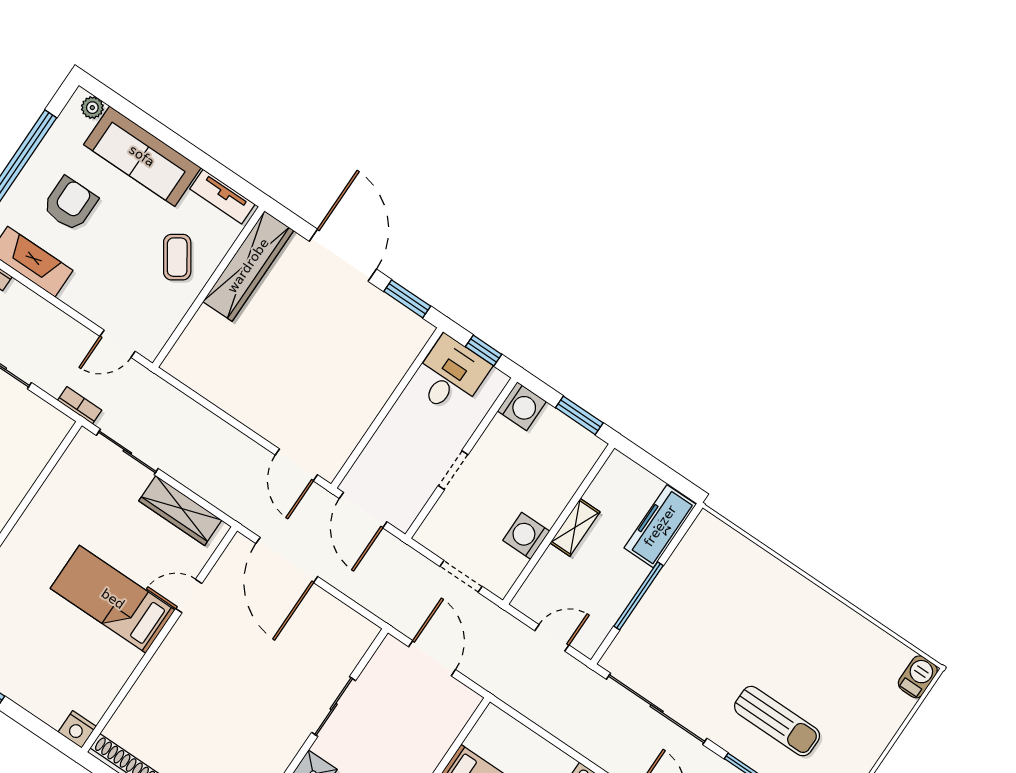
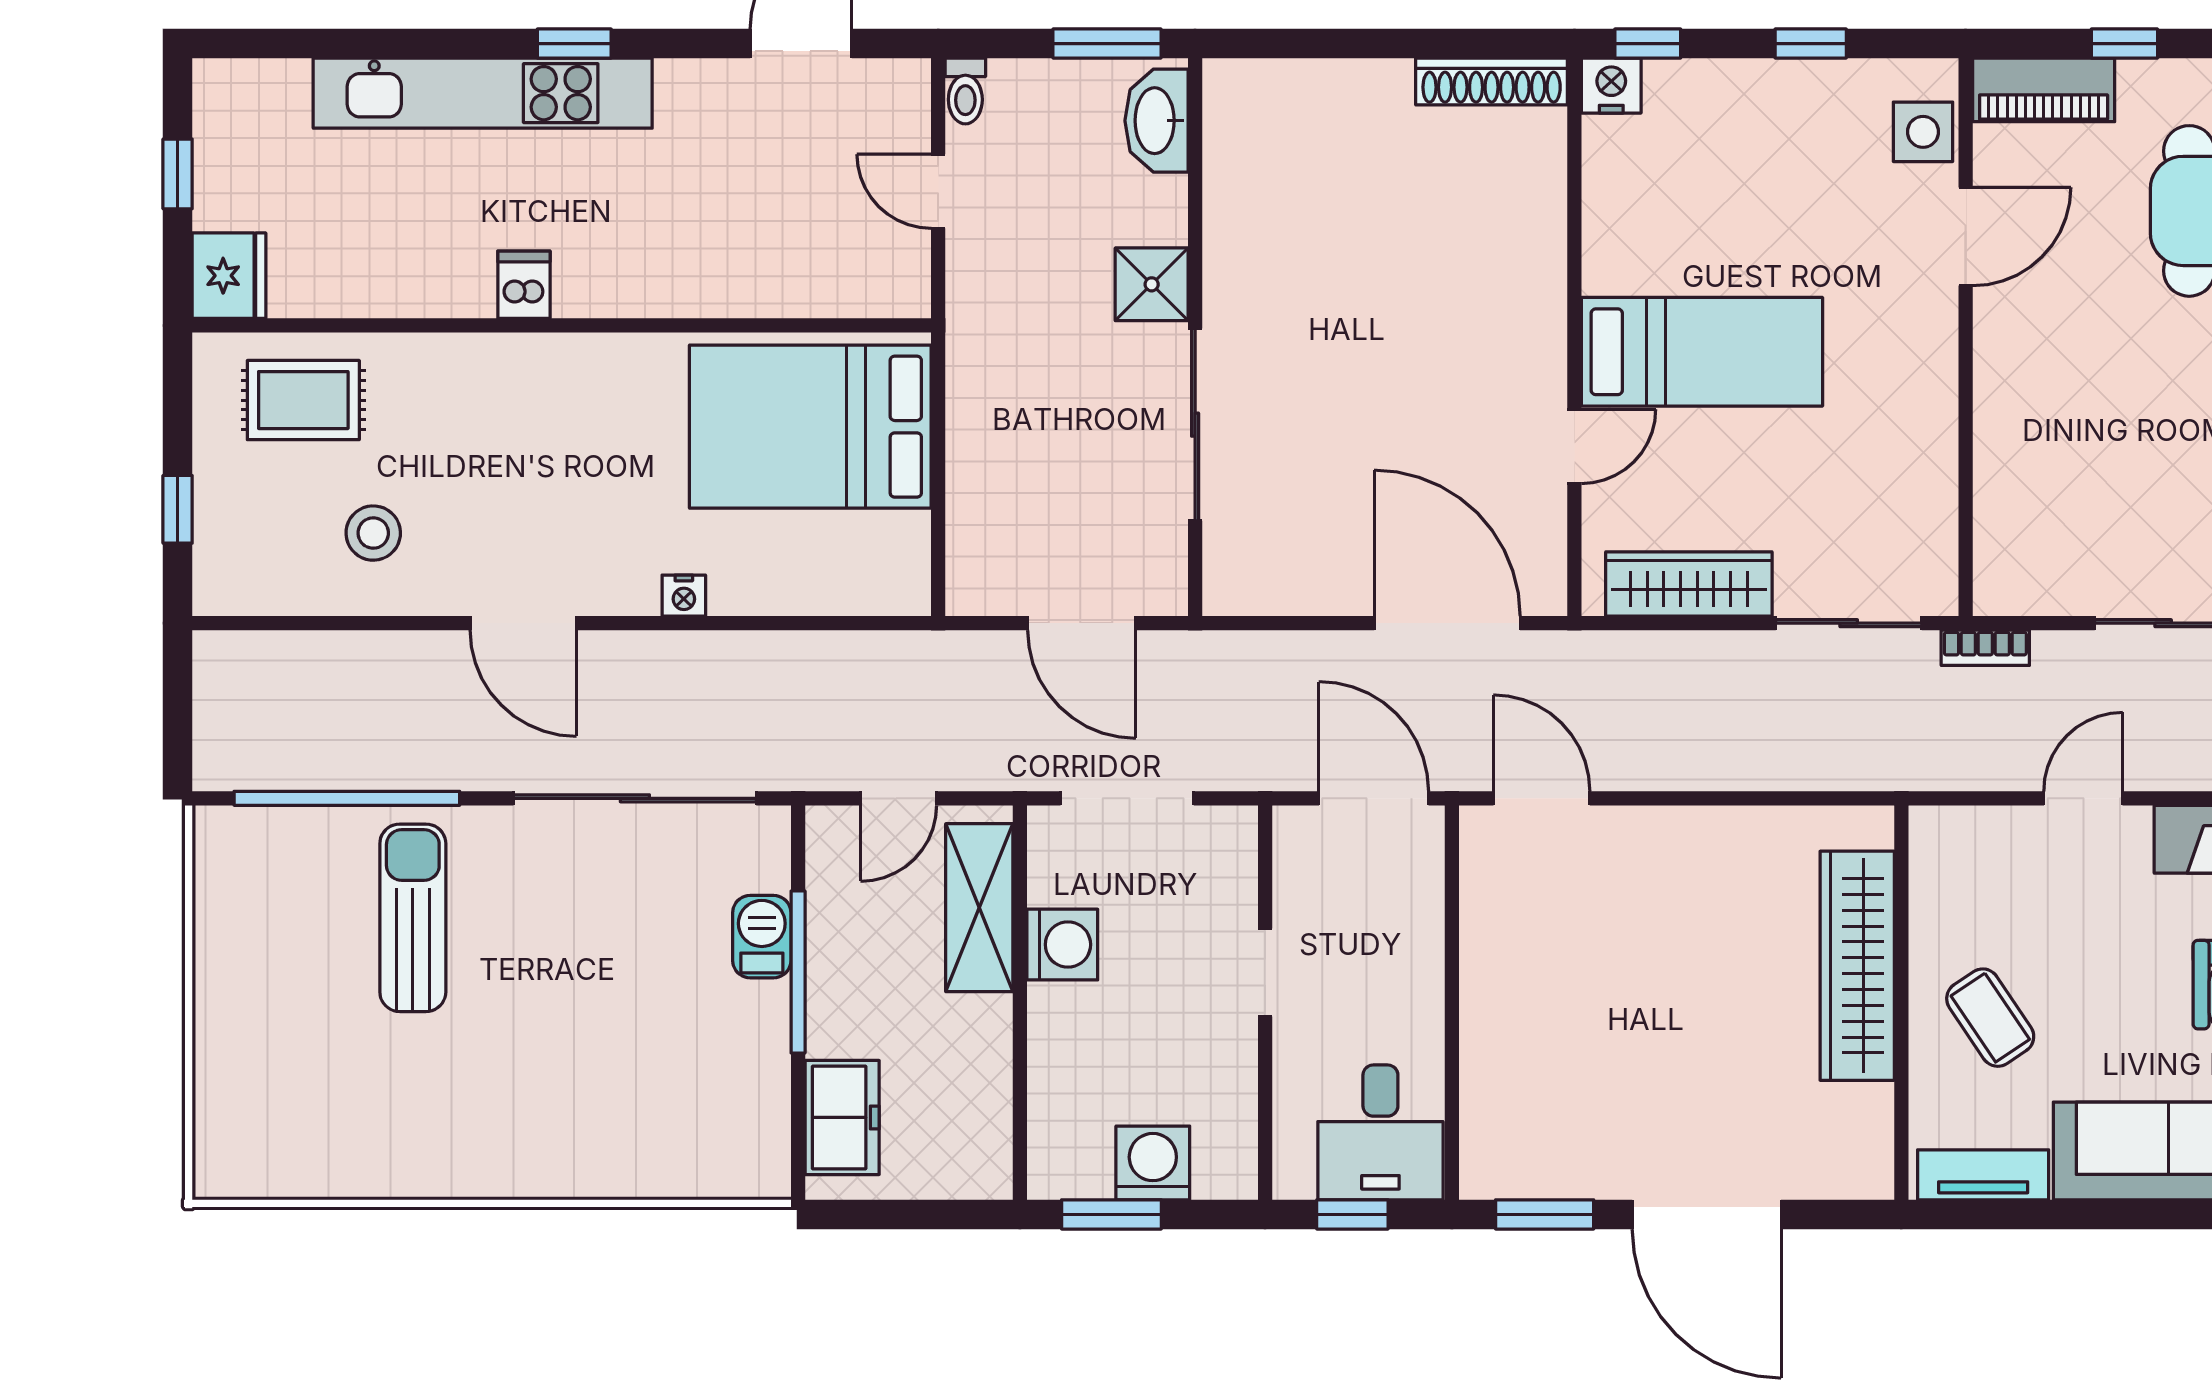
wardrobe: (248, 266) -> (1857, 966), moved
door: (118, 344) -> (2083, 798), moved
washing machine: (522, 406) -> (1153, 1163), moved, turned 90
freezer: (660, 526) -> (842, 1117), width x0.71
shelving: (575, 527) -> (979, 908), moved, width x1.50, depth x1.33
doorway: (461, 576) -> (1127, 798), width x1.38
barbecue: (918, 677) -> (762, 937), moved, turned 180
sliding door: (334, 707) -> (1195, 425), width x1.37
sun lounger: (777, 721) -> (413, 918), turned 90
window: (51, 736) -> (1648, 44), added

